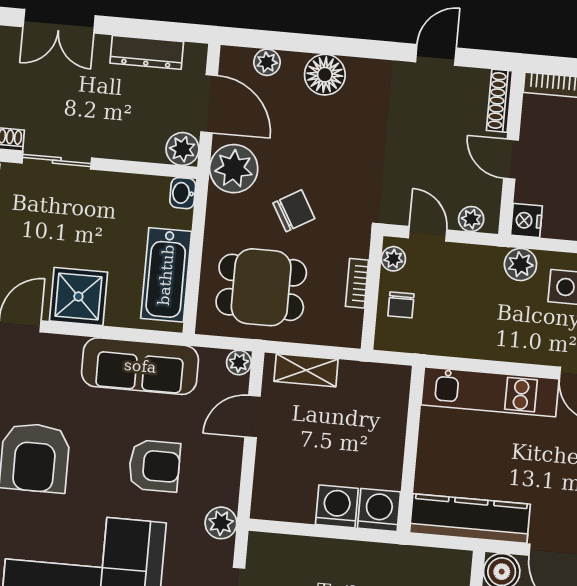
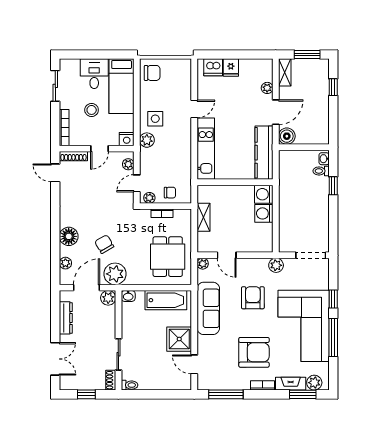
door: (436, 55) -> (55, 173), moved
chair: (294, 211) -> (104, 244), moved
shelving: (306, 370) -> (203, 217), moved

